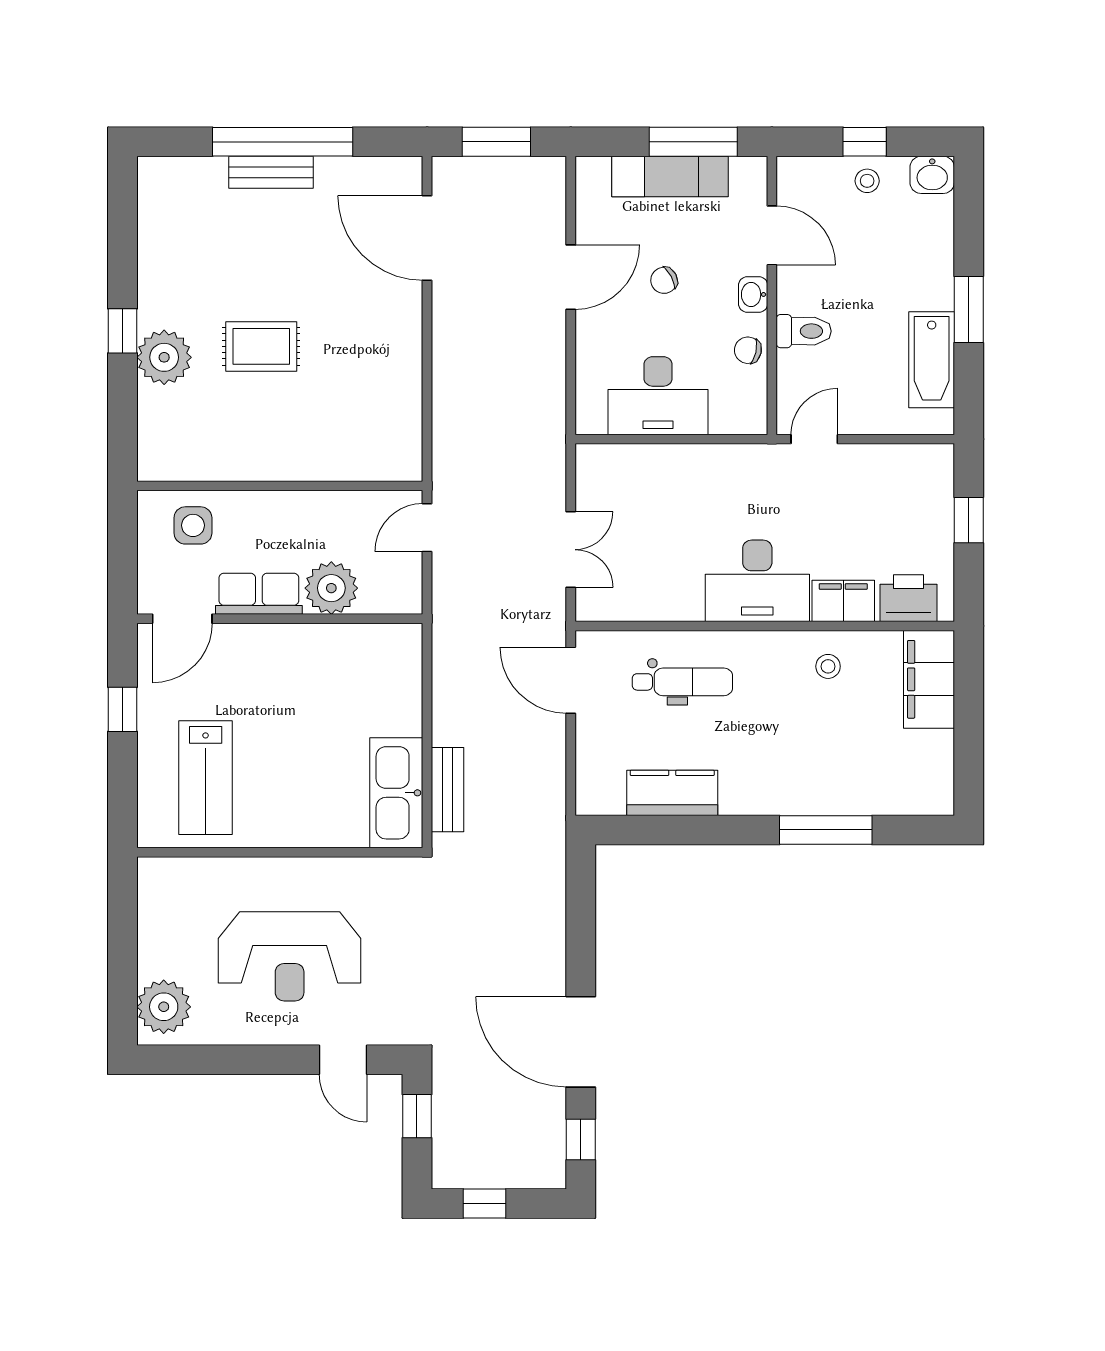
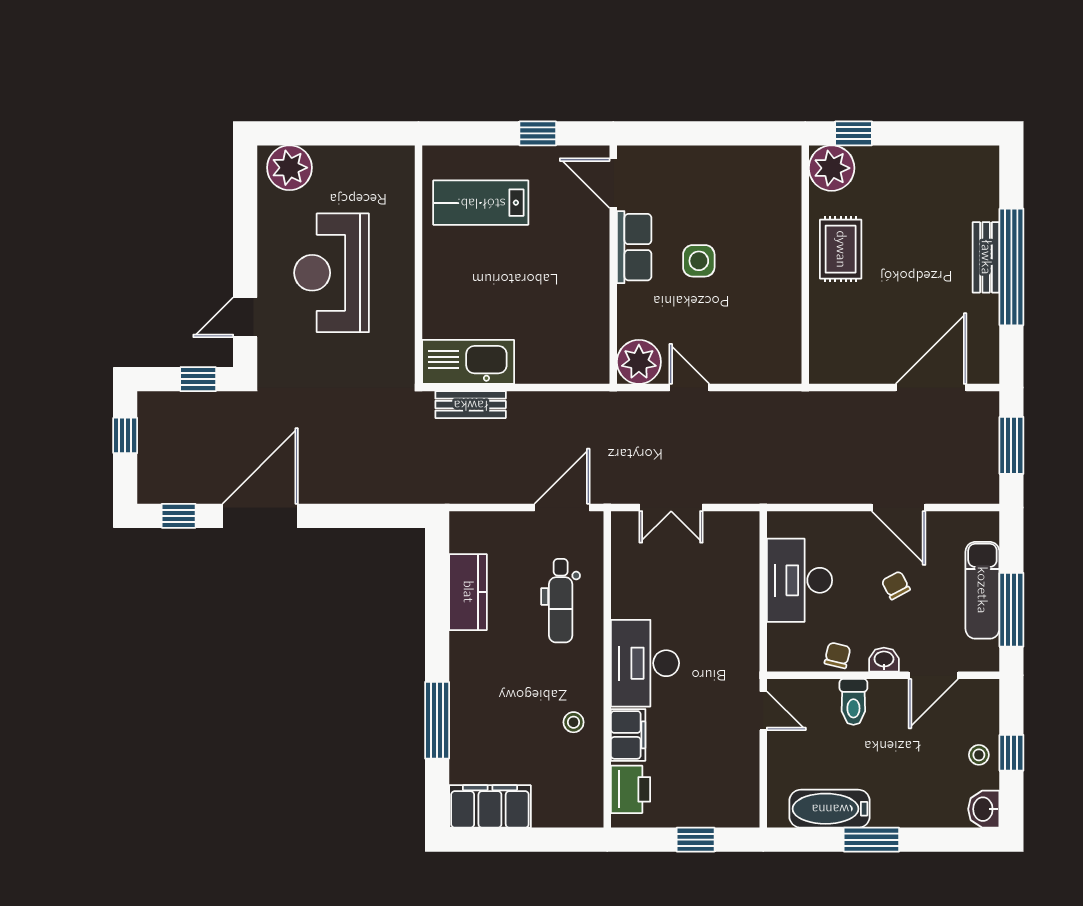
wall: (280, 486) -> (805, 265), moved
side table: (193, 525) -> (699, 261), moved
plant: (331, 588) -> (639, 362), moved
filing cabinet: (929, 679) -> (490, 806), moved

